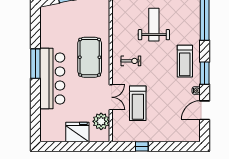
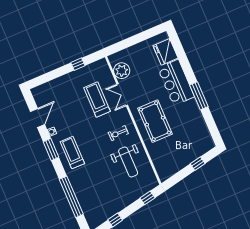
weight bench: (154, 25) -> (128, 162), moved
bar counter: (52, 79) -> (176, 82), width x0.73
fridge: (77, 132) -> (166, 52), moved, turned 90

